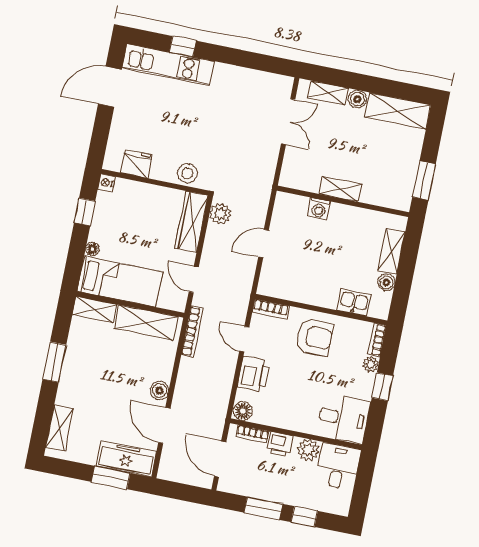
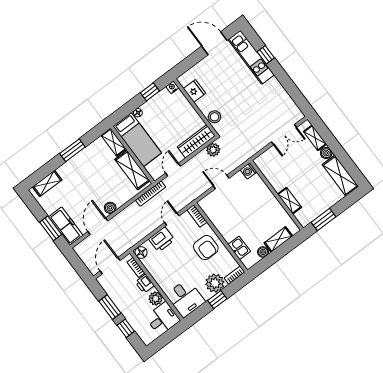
shelving: (340, 189) -> (289, 201), moved
washing machine: (319, 209) -> (248, 171), moved
plant: (370, 364) -> (215, 283), width x1.88, depth x1.88

